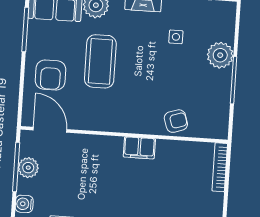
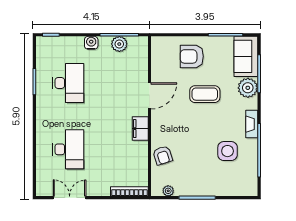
side table: (176, 37) -> (228, 151), width x1.87, depth x1.87
plant: (220, 55) -> (168, 191), moved, width x0.53, depth x0.53
coffee table: (100, 61) -> (205, 94), width x0.73, depth x0.76
door: (50, 130) -> (150, 96), moved

